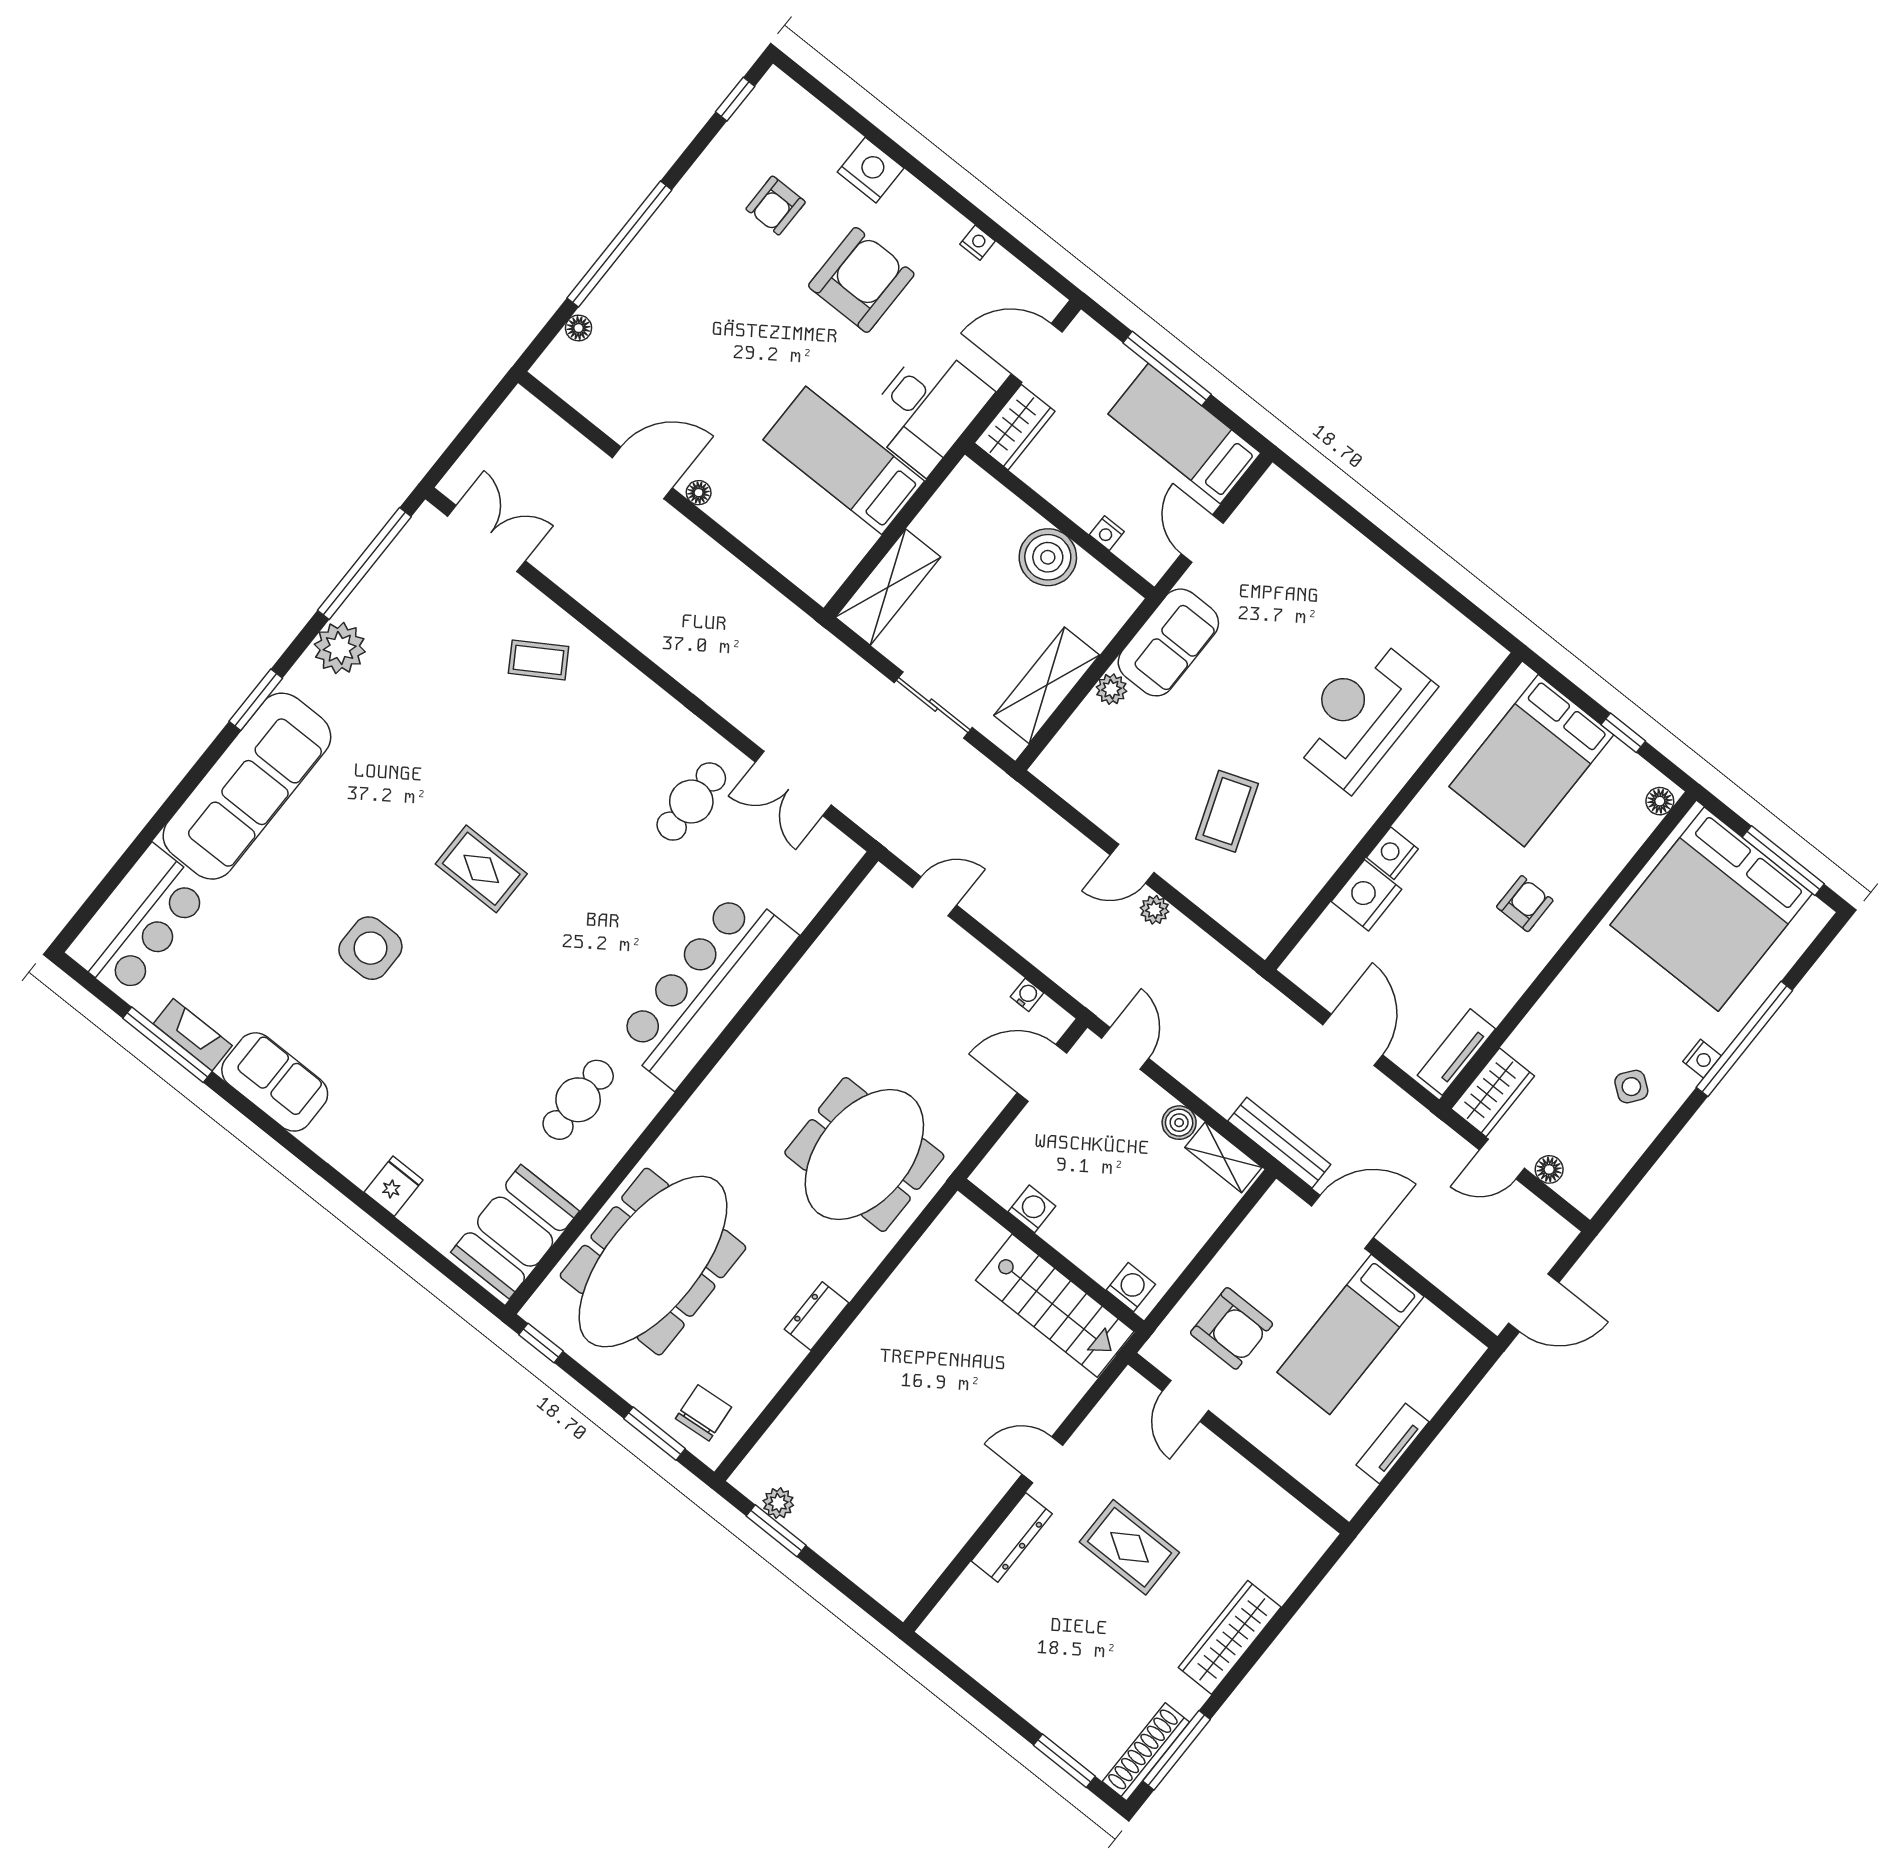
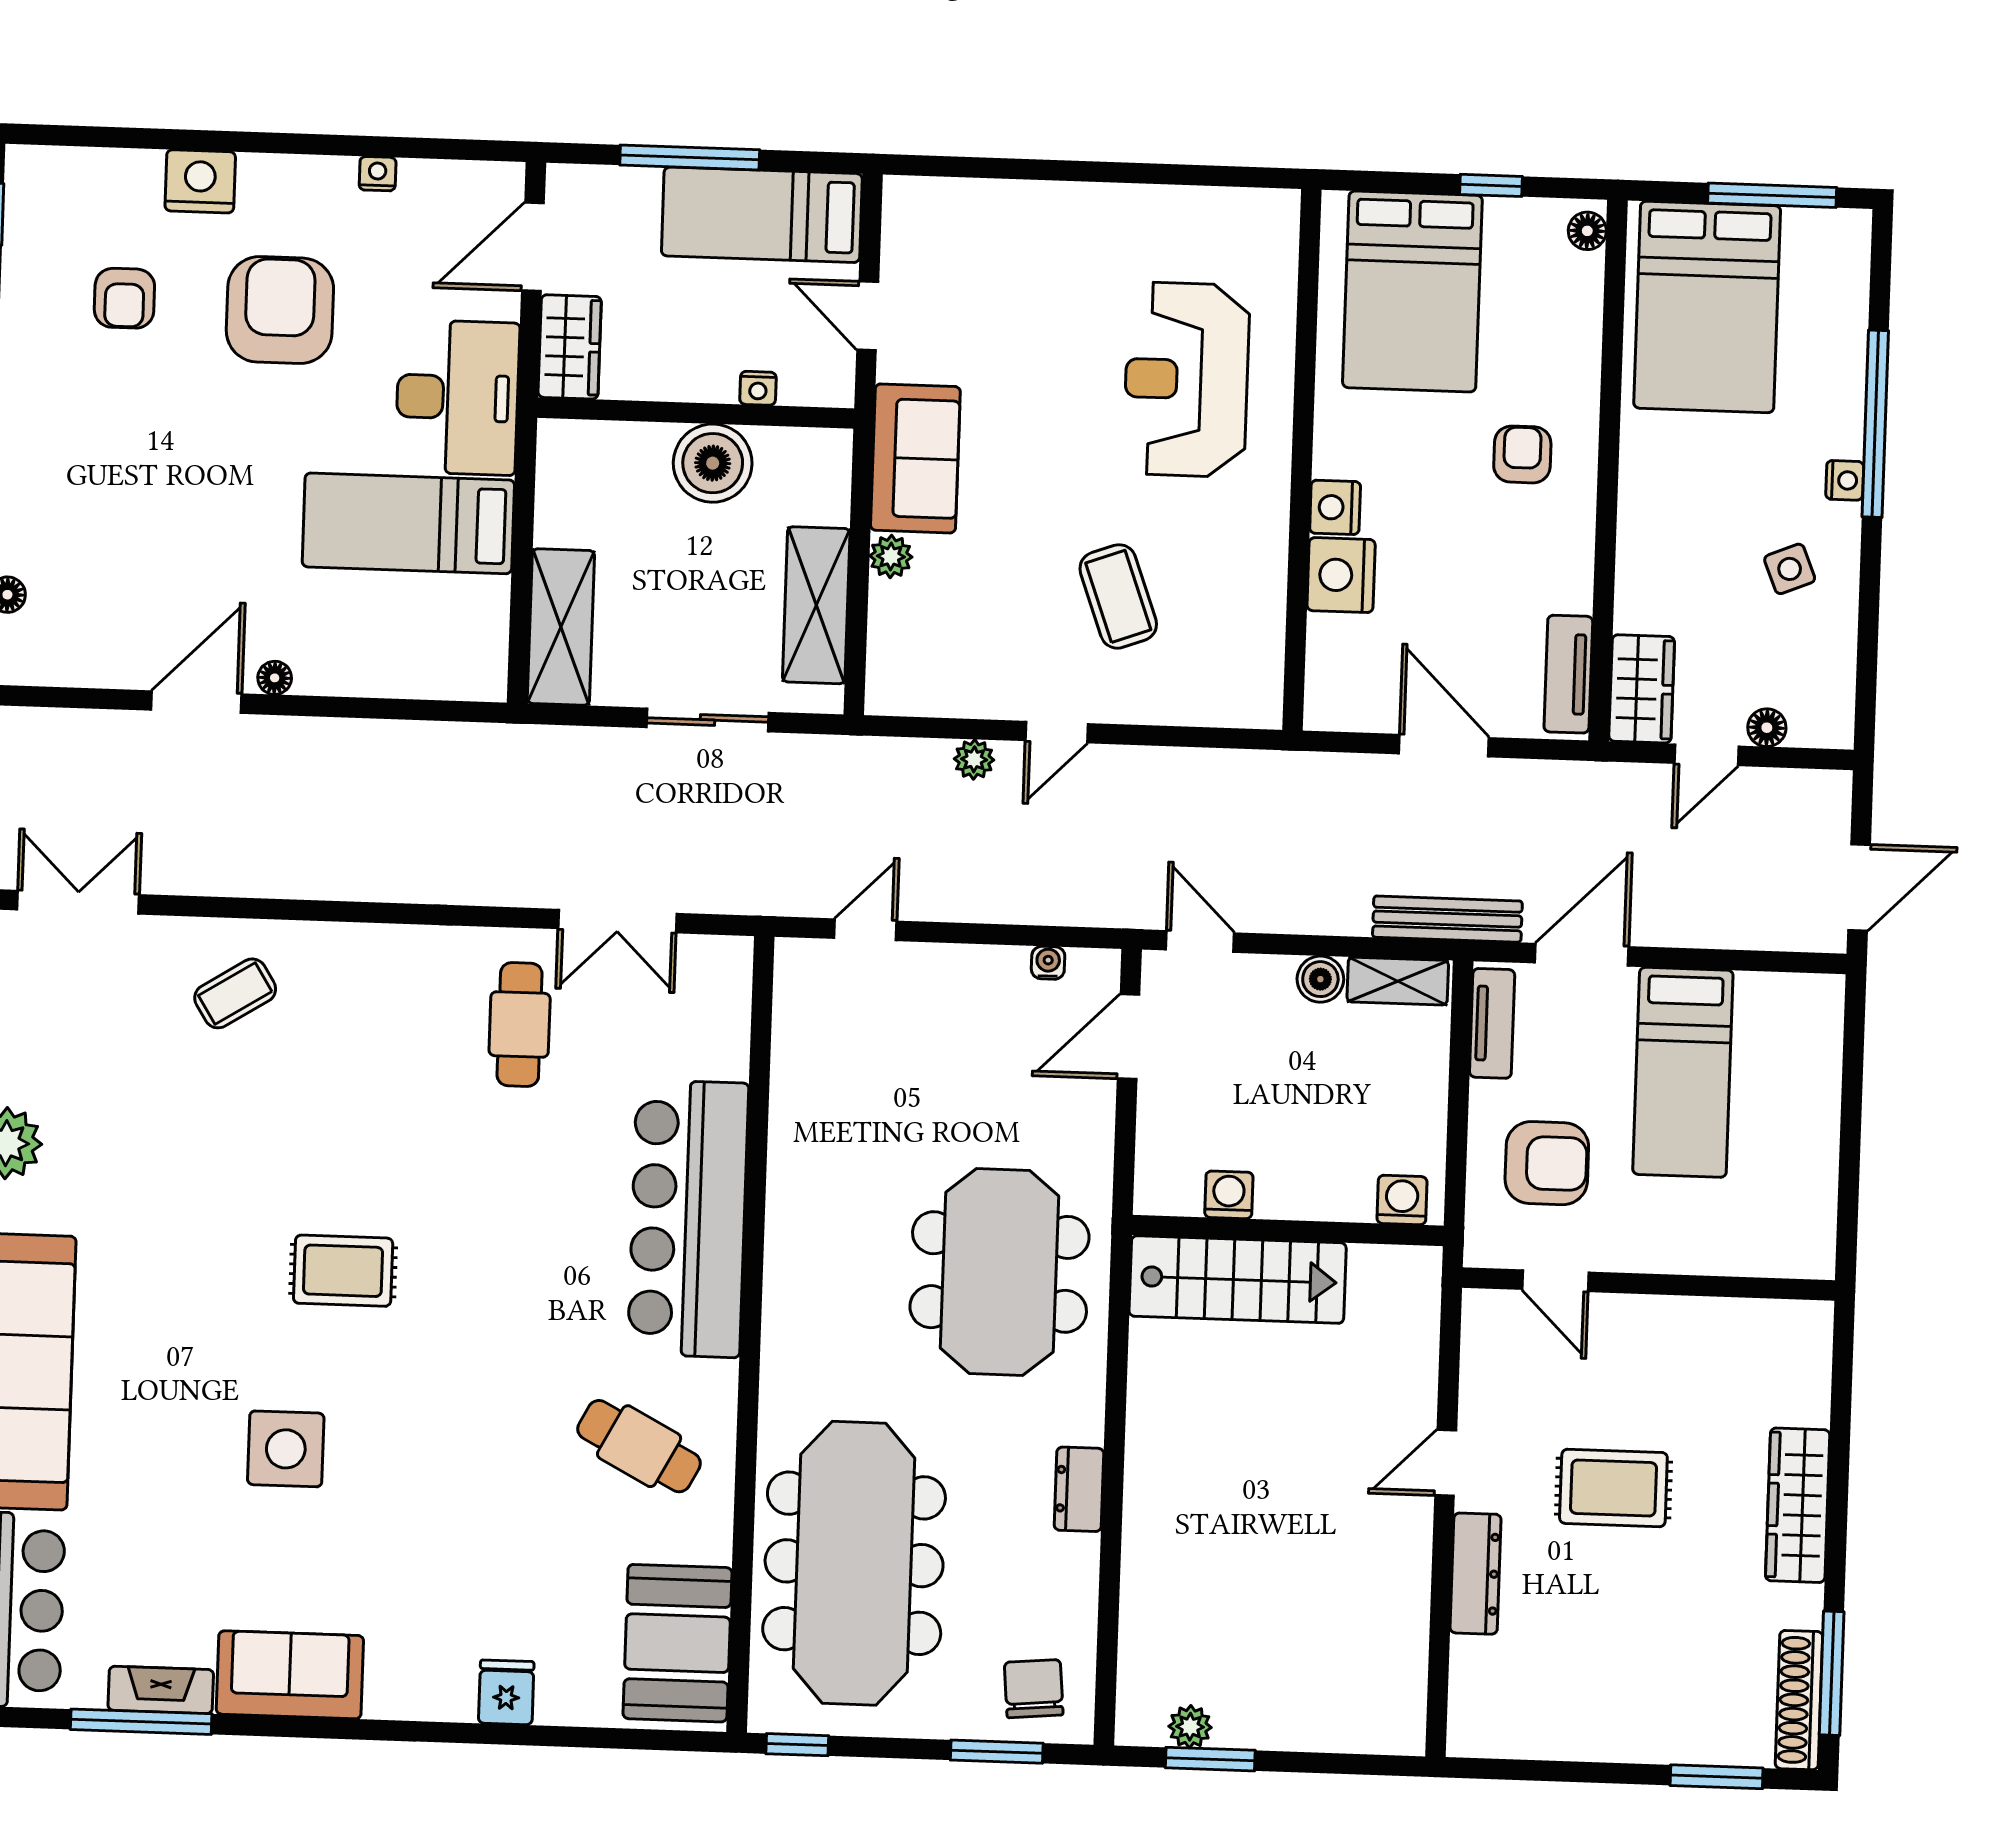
bed: (1711, 909) -> (1707, 307), width x0.73
plant: (1155, 910) -> (974, 759), moved
side table: (1631, 1087) -> (1790, 569), turned 31
cafe table: (578, 1100) -> (639, 1446), turned -62
stairs: (1055, 1306) -> (1238, 1280), moved
tv unit: (1393, 1443) -> (1492, 1023), moved, turned 180

